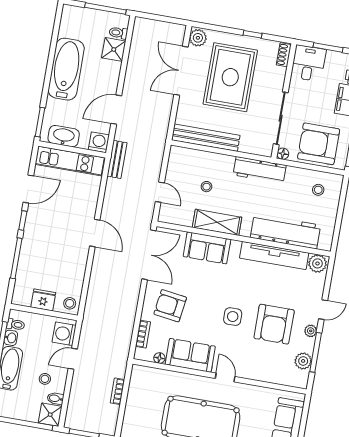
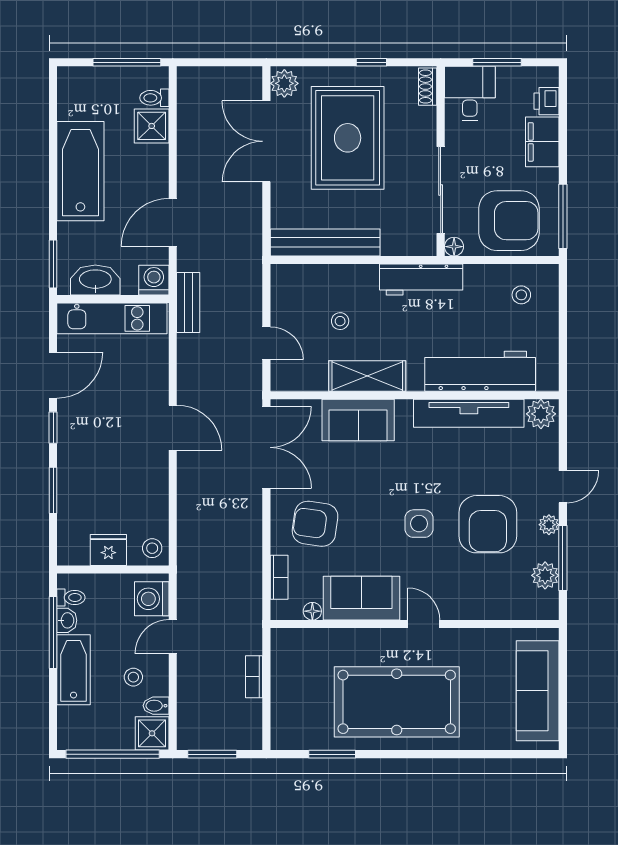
armchair: (319, 144) -> (509, 221), turned 180
window: (16, 258) -> (53, 490), width x0.69

